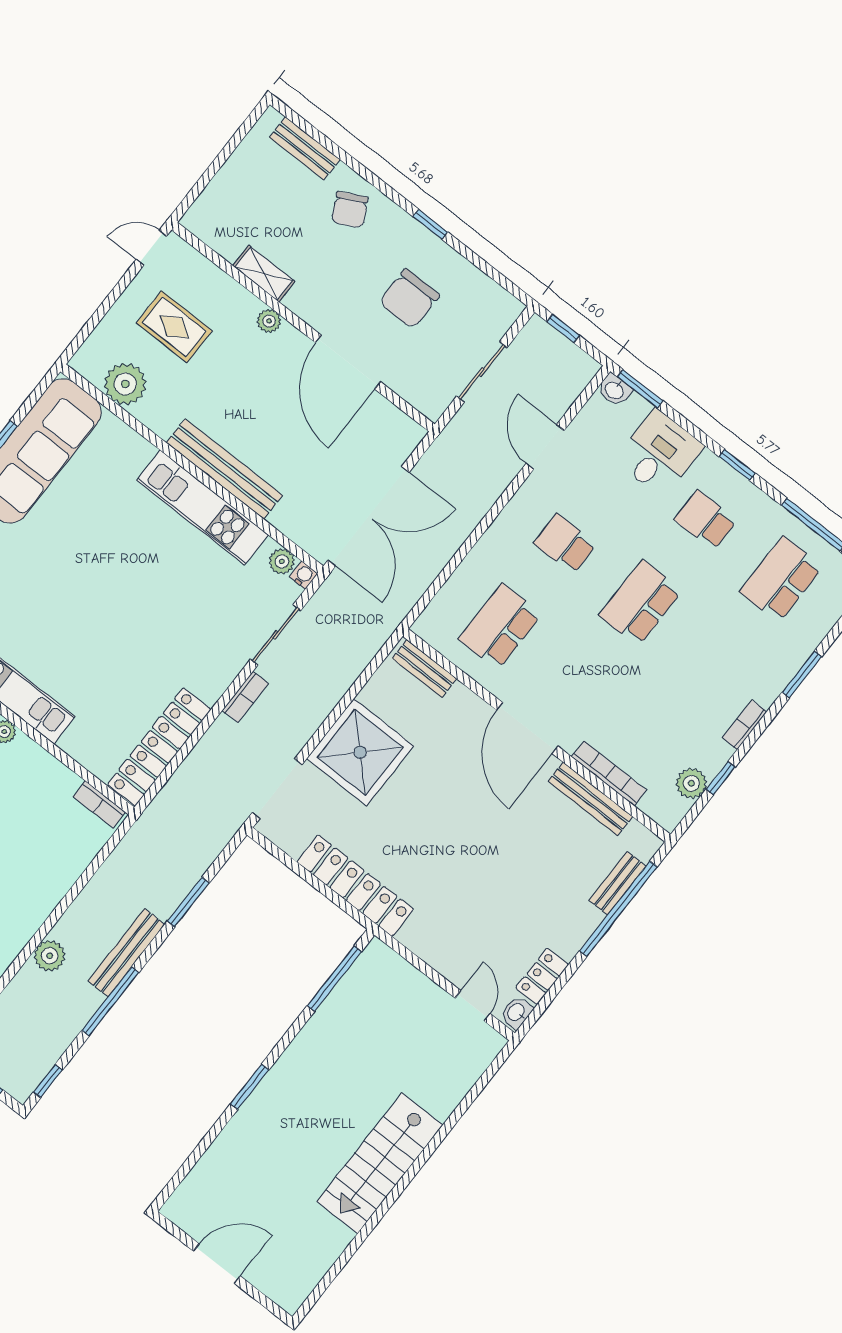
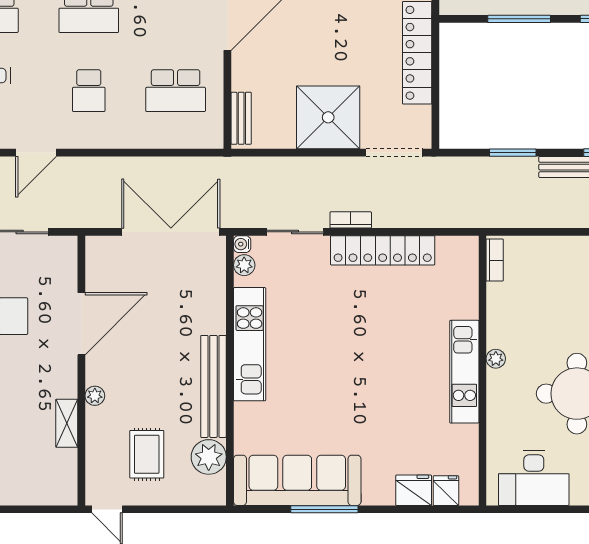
bench: (224, 469) -> (213, 386), moved
locker: (159, 747) -> (383, 250), moved
window: (334, 979) -> (519, 19), moved

